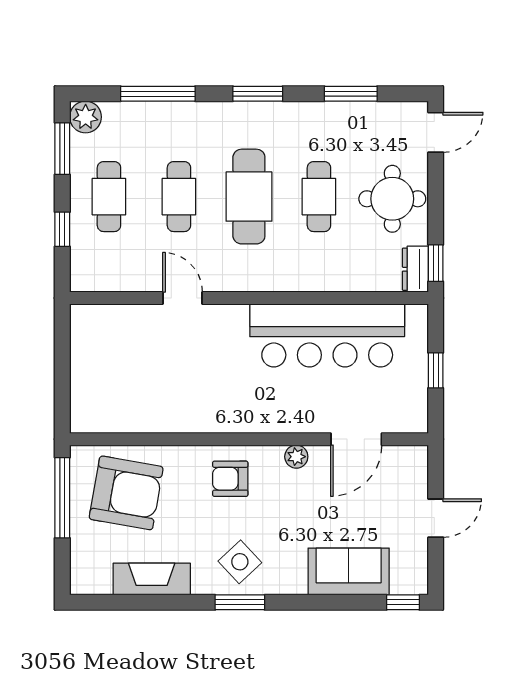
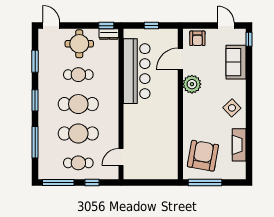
plant: (86, 117) -> (45, 173), removed
window: (62, 149) -> (58, 183), width x1.44
cafe table: (179, 197) -> (78, 133), width x1.37, depth x1.35
door: (183, 298) -> (121, 157), moved
door: (356, 439) -> (180, 59), swing flipped
plant: (296, 457) -> (192, 84), width x1.87, depth x1.87
armchair: (230, 479) -> (197, 38), moved
door: (436, 518) -> (226, 26), moved
window: (240, 602) -> (249, 108), removed

